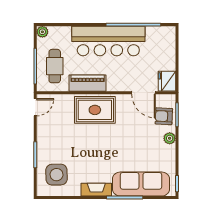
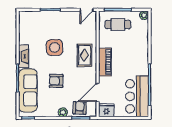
bar counter: (108, 41) -> (137, 96), moved, width x0.73
piano: (88, 83) -> (105, 62), moved
door: (35, 107) -> (86, 10), hinge flipped
rug: (95, 110) -> (84, 55), width x0.73, depth x0.70
armchair: (128, 147) -> (56, 81), added
side table: (56, 175) -> (55, 47), moved

